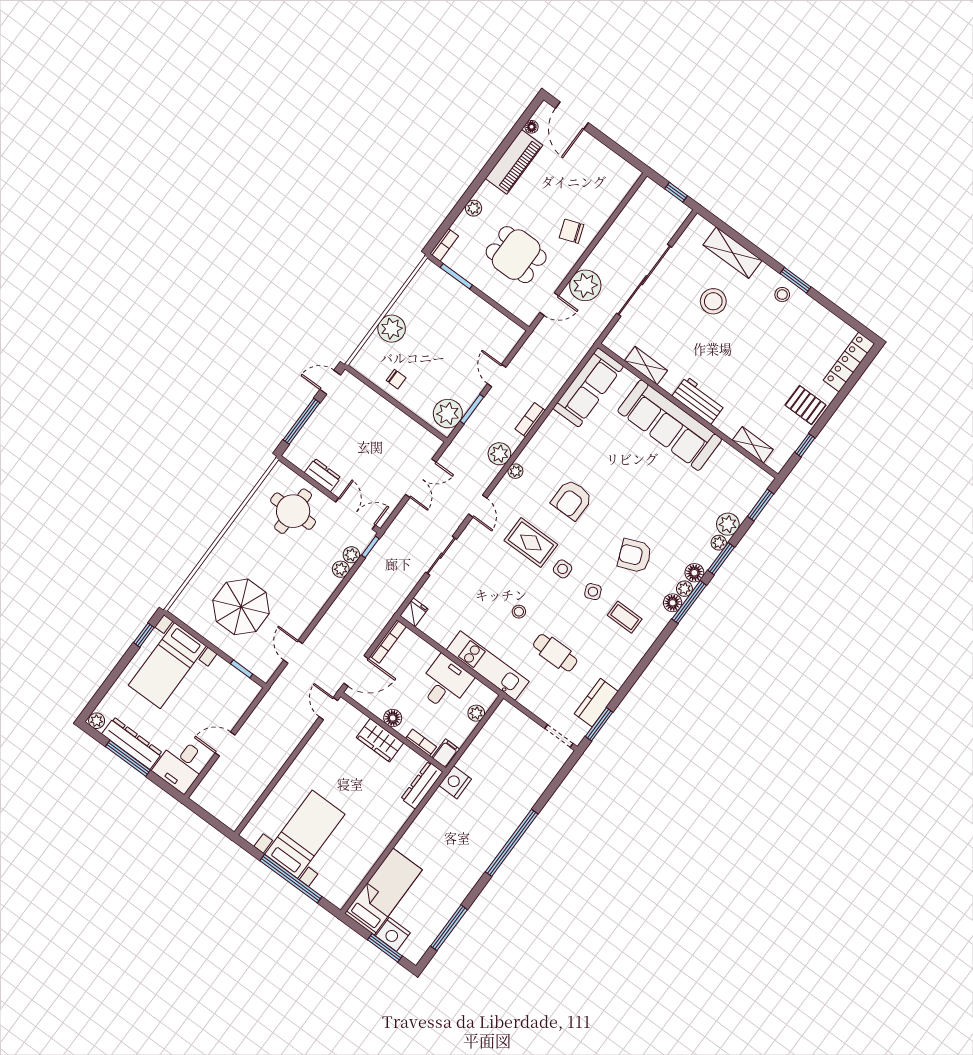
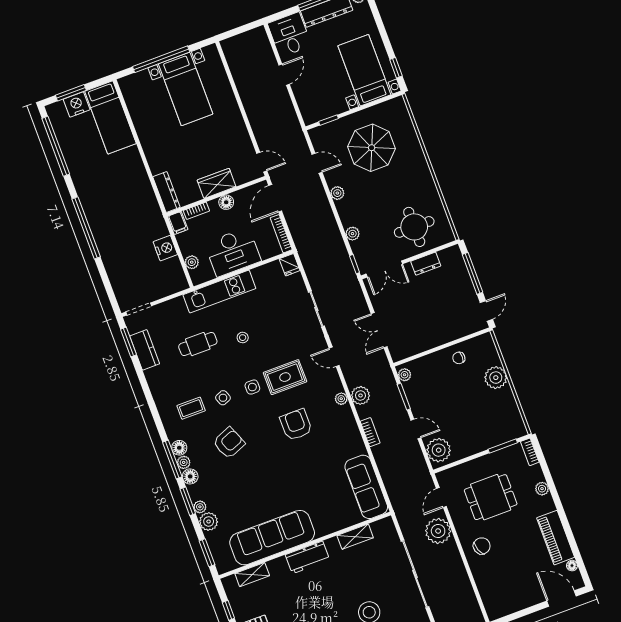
plant: (503, 338) -> (439, 450), added
plant: (448, 414) -> (405, 375), width x0.53, depth x0.53
sofa: (670, 425) -> (272, 538), moved
plant: (351, 555) -> (337, 193), moved
desk: (445, 683) -> (233, 252), width x1.37
nightstand: (455, 782) -> (165, 248), moved
window: (449, 928) -> (56, 146), width x1.46

